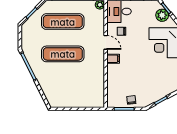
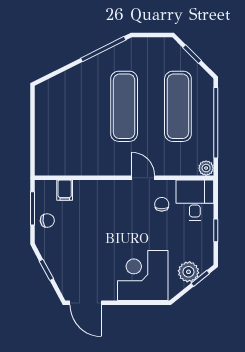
door: (106, 42) -> (143, 178), swing flipped
filing cabinet: (113, 59) -> (65, 190), moved

